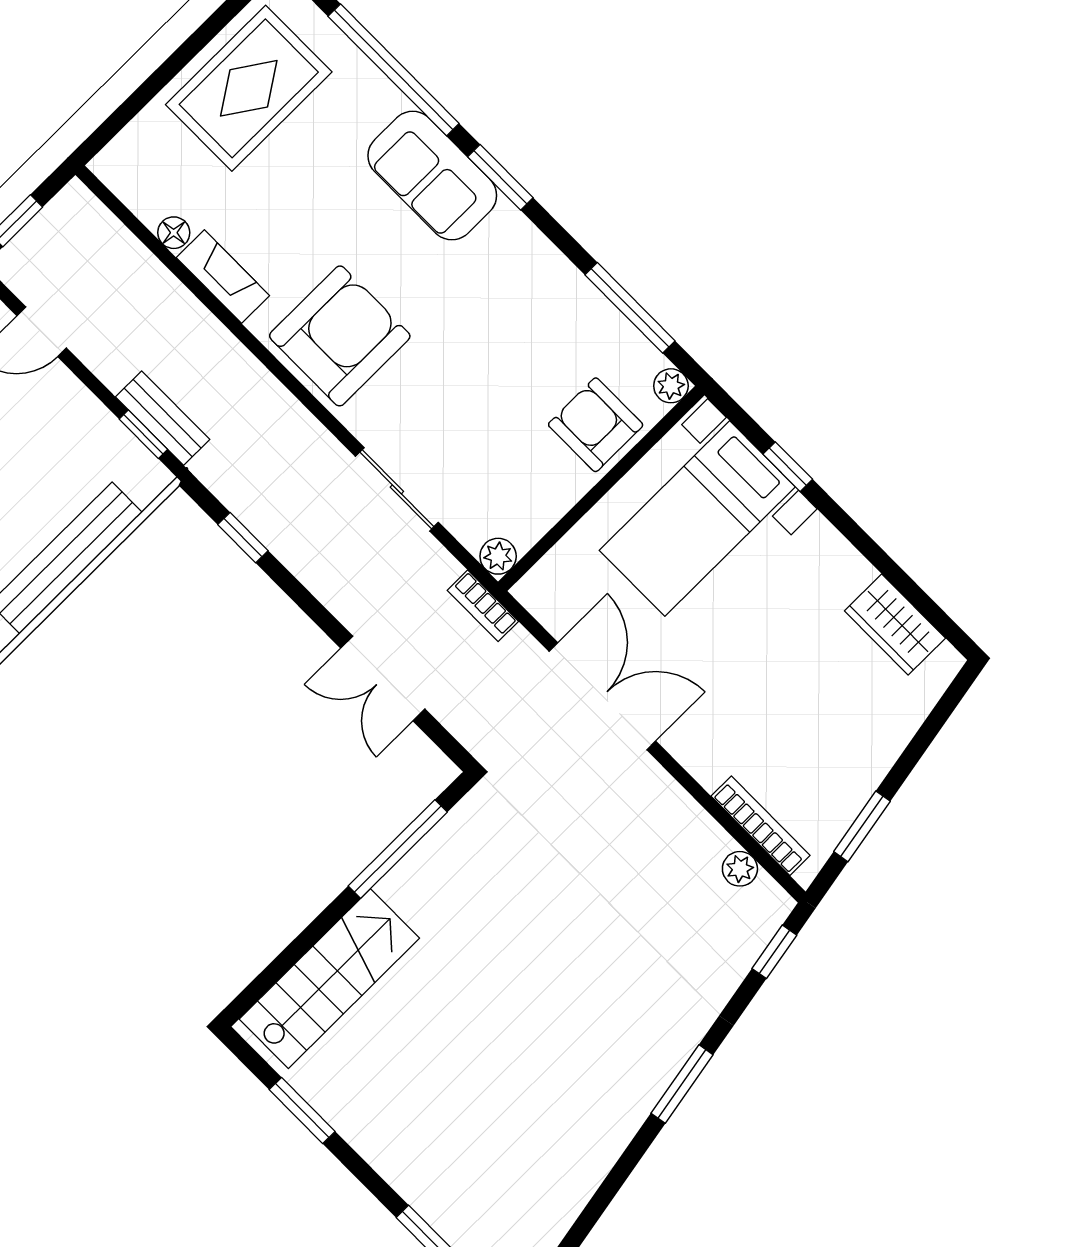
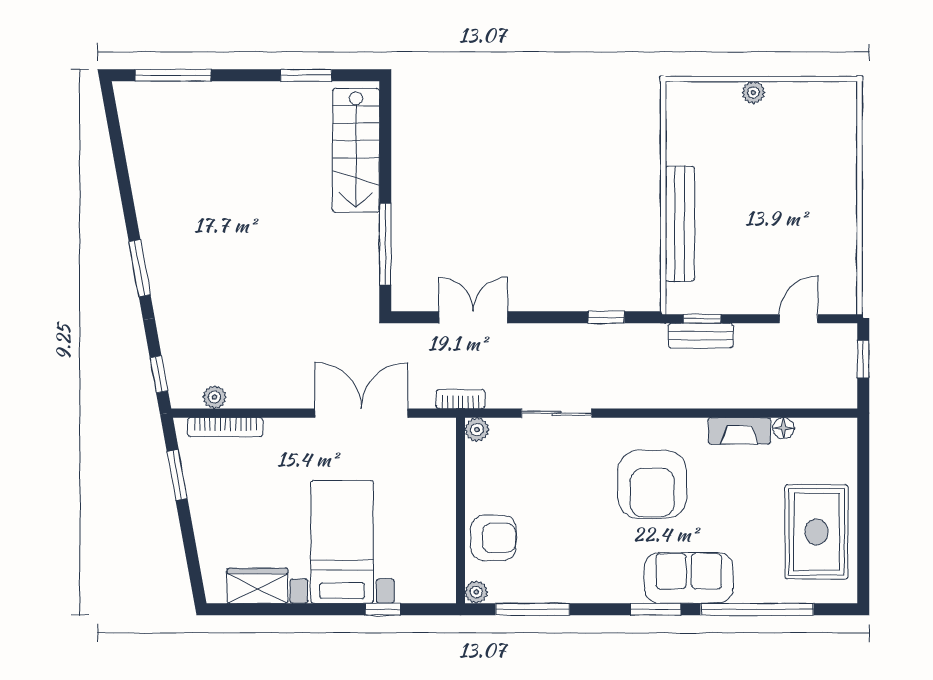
armchair: (340, 336) -> (652, 484), moved
bed with nightstands: (697, 519) -> (342, 542), moved
double door: (602, 696) -> (361, 413), swing flipped

